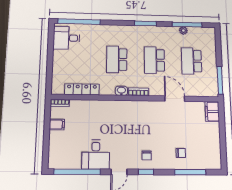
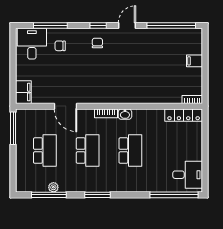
locker: (82, 89) -> (184, 115), moved
filing cabinet: (57, 125) -> (194, 61), moved
desk: (96, 155) -> (32, 44), moved

